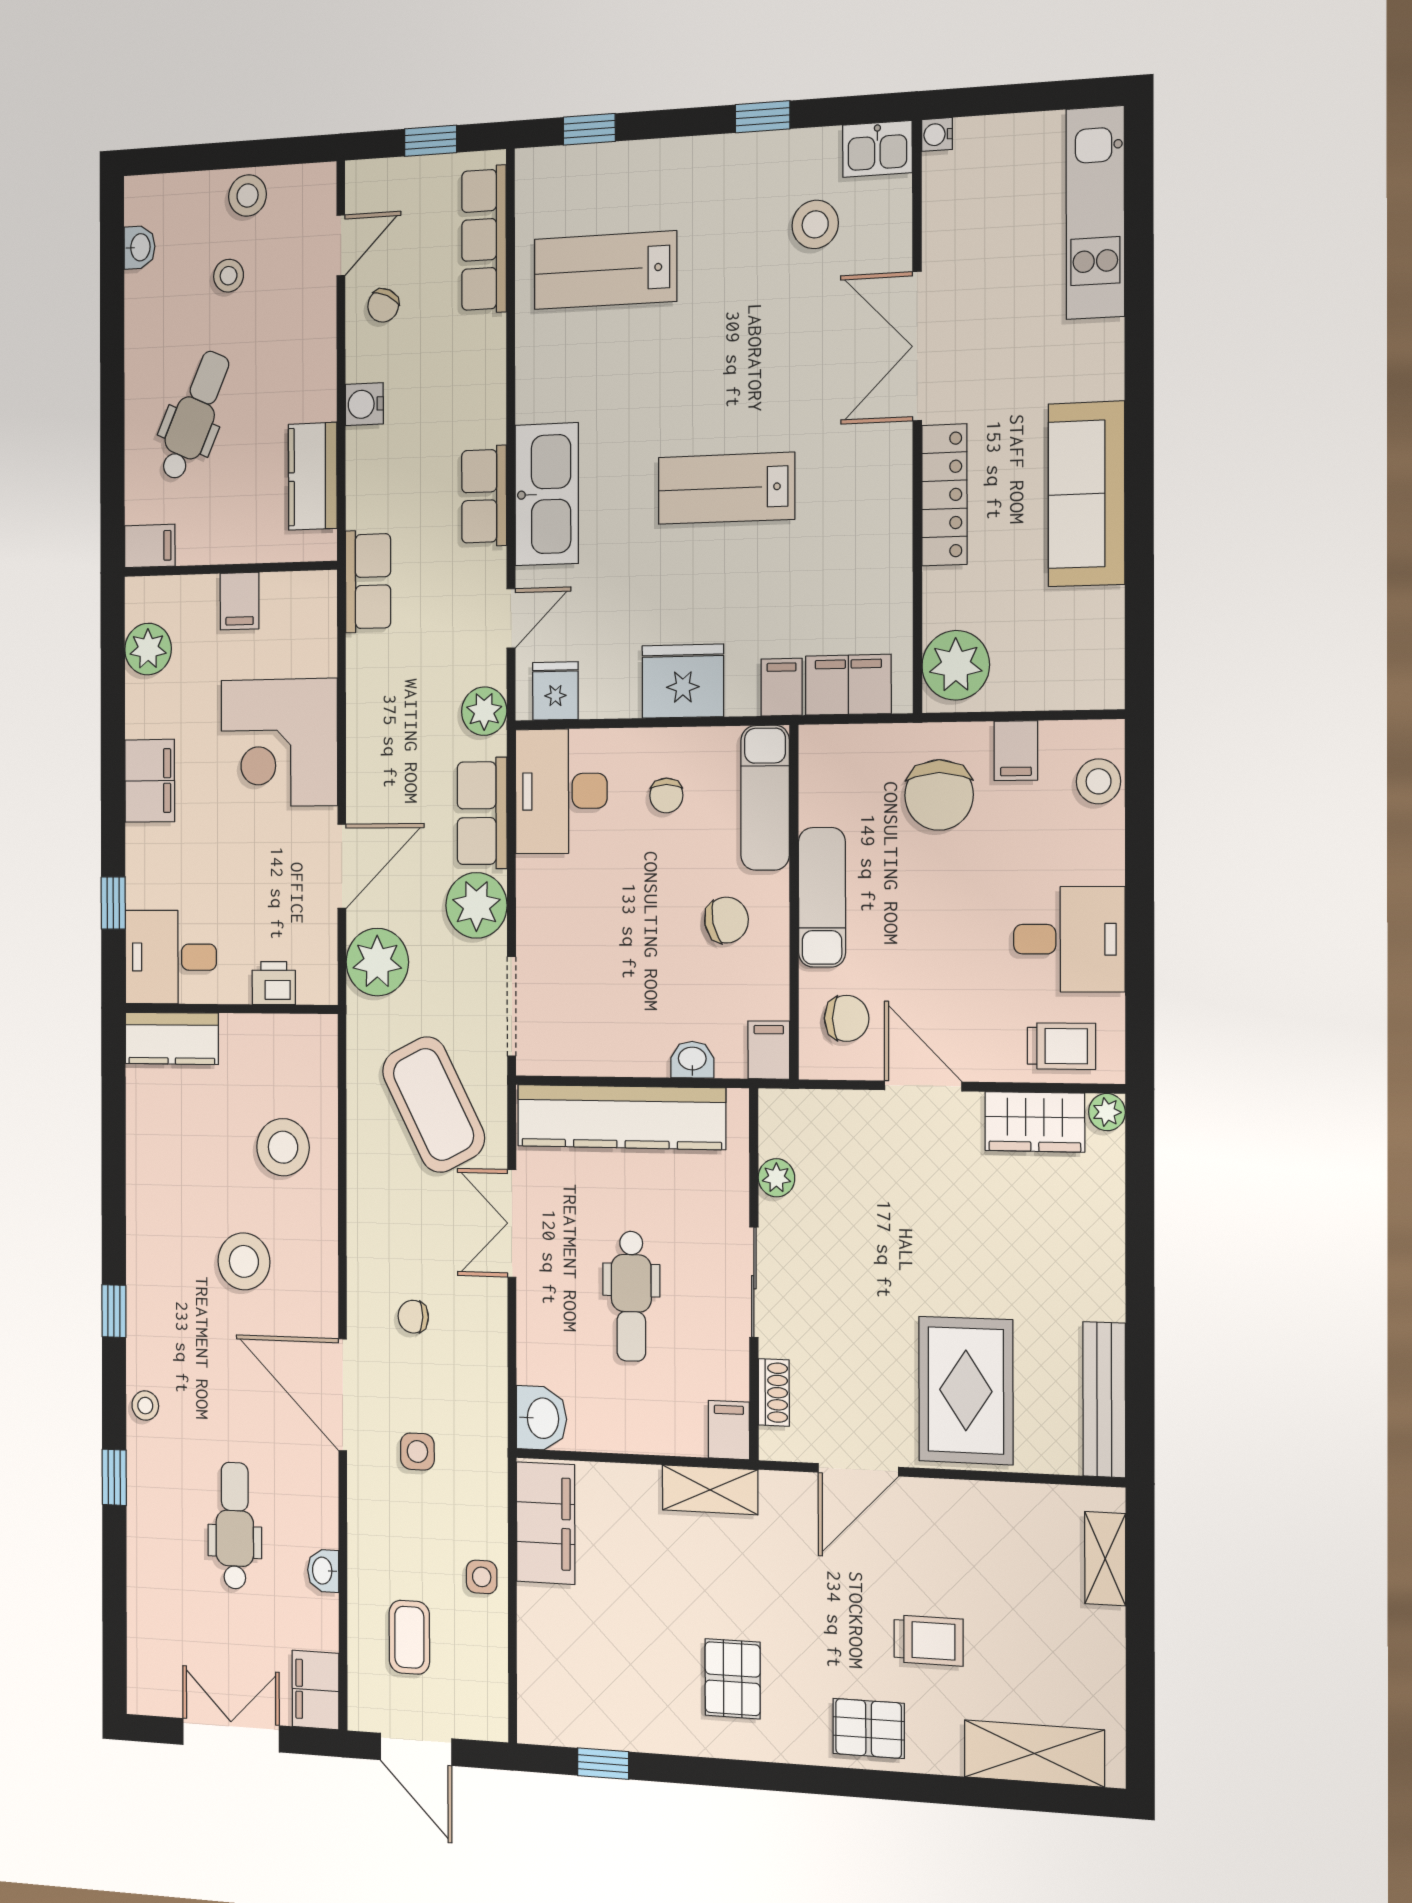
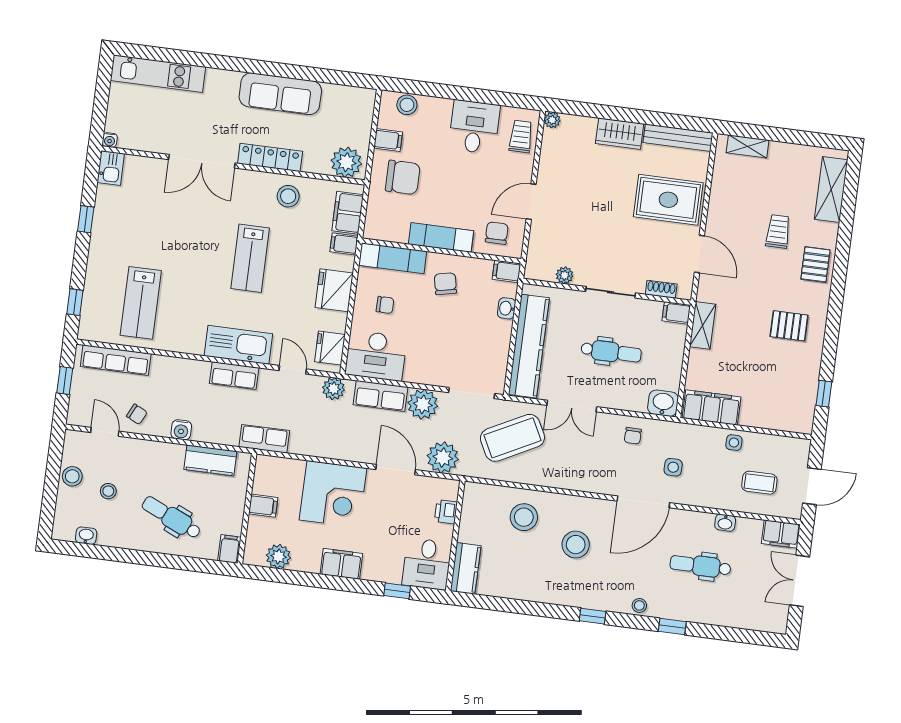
stool: (815, 224) -> (288, 196), moved
fridge: (555, 691) -> (330, 348), width x1.38
wardrobe: (1035, 1122) -> (620, 134), moved, turned 90
chair: (413, 1317) -> (633, 436), moved

